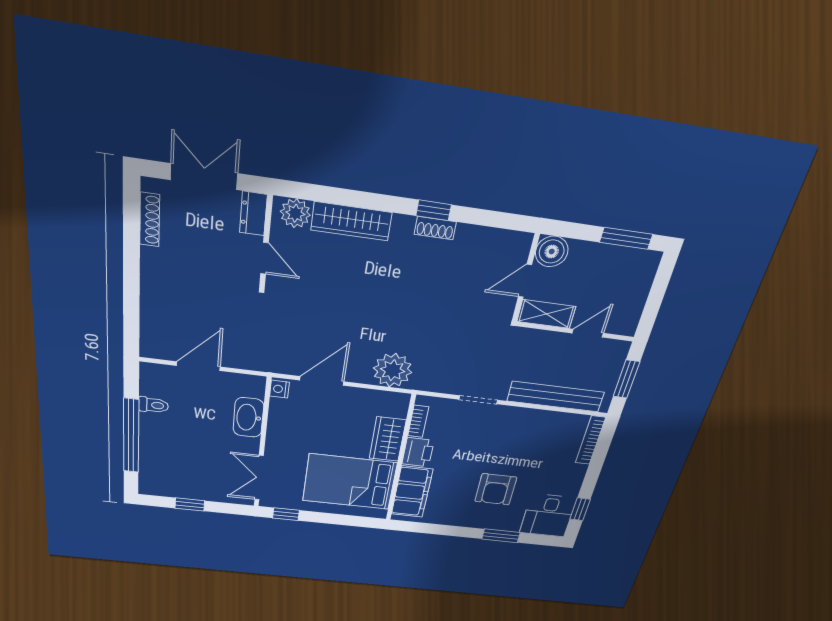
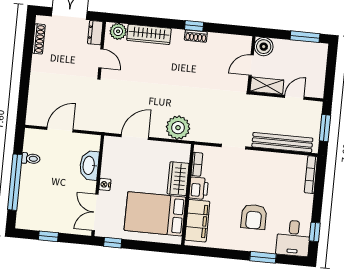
nightstand: (279, 389) -> (105, 184), moved

